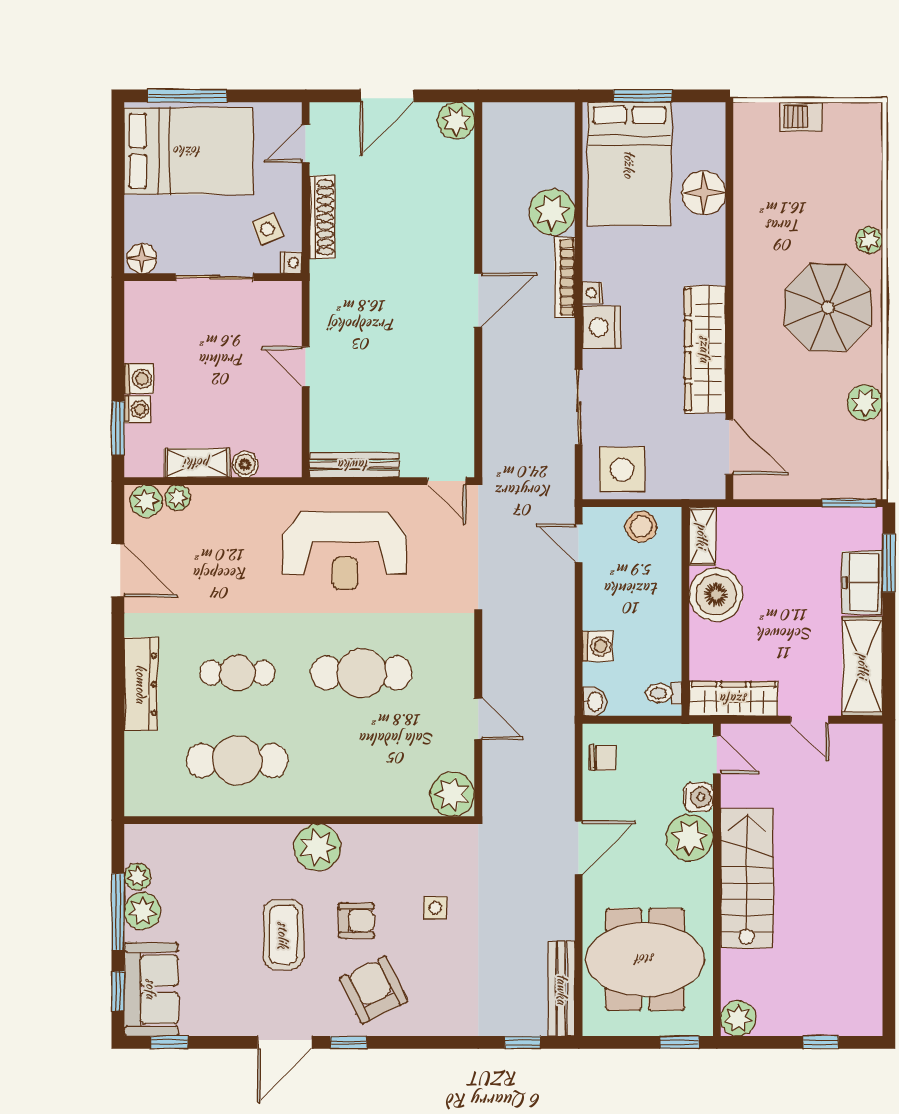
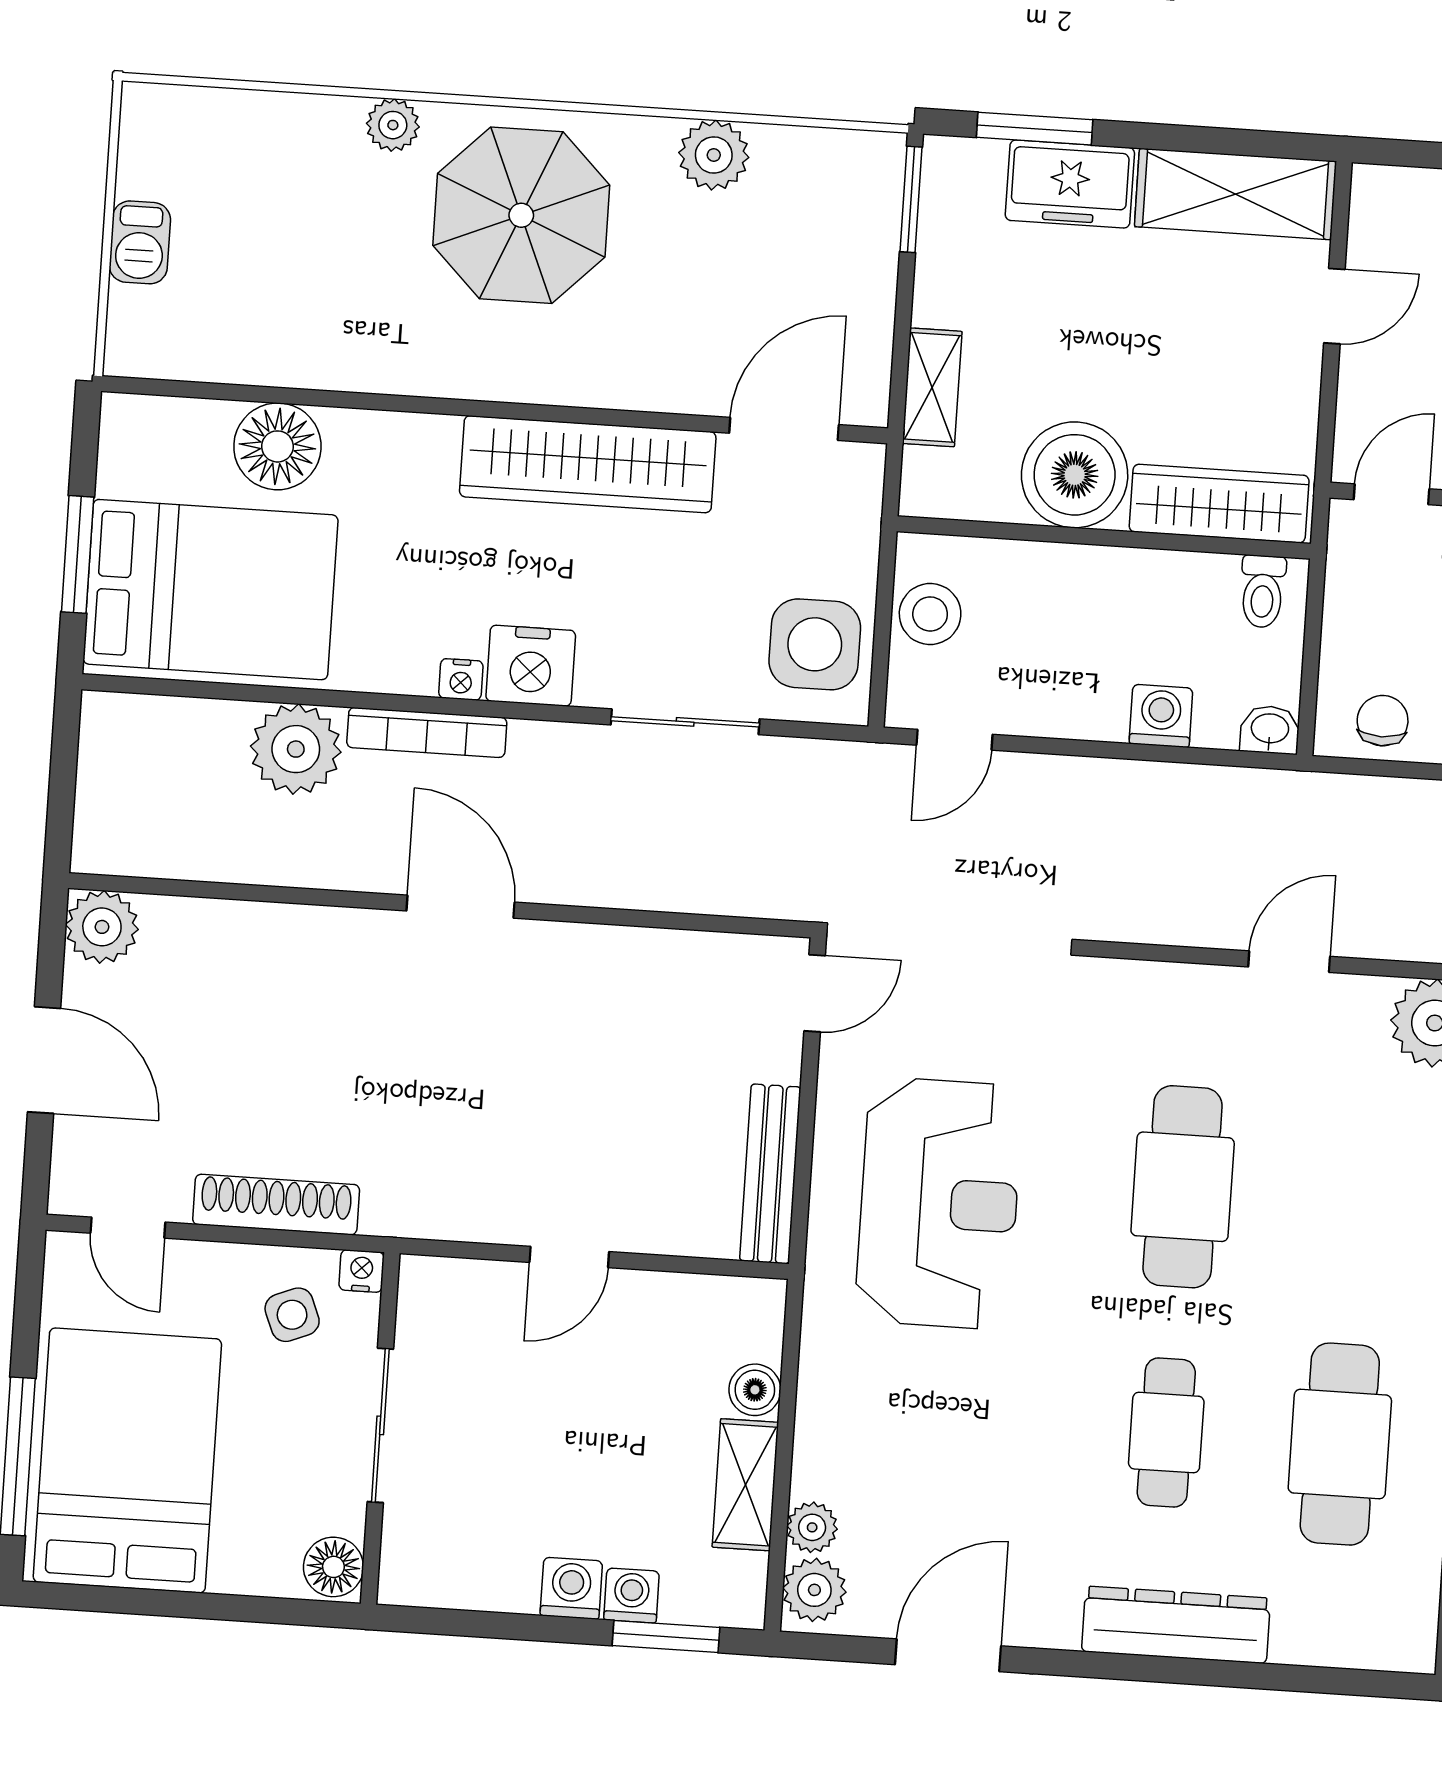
shelving: (702, 536) -> (932, 387), moved, turned 90
wardrobe: (734, 699) -> (1219, 504), moved, turned 90

